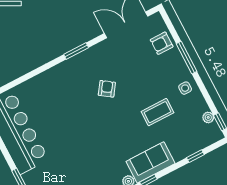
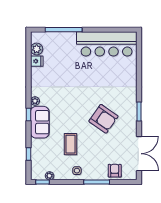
armchair: (107, 89) -> (103, 119), width x1.88, depth x1.88

